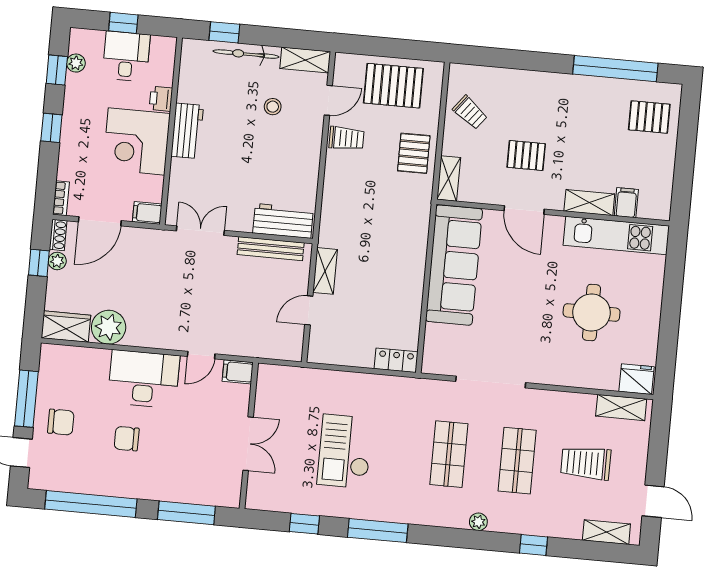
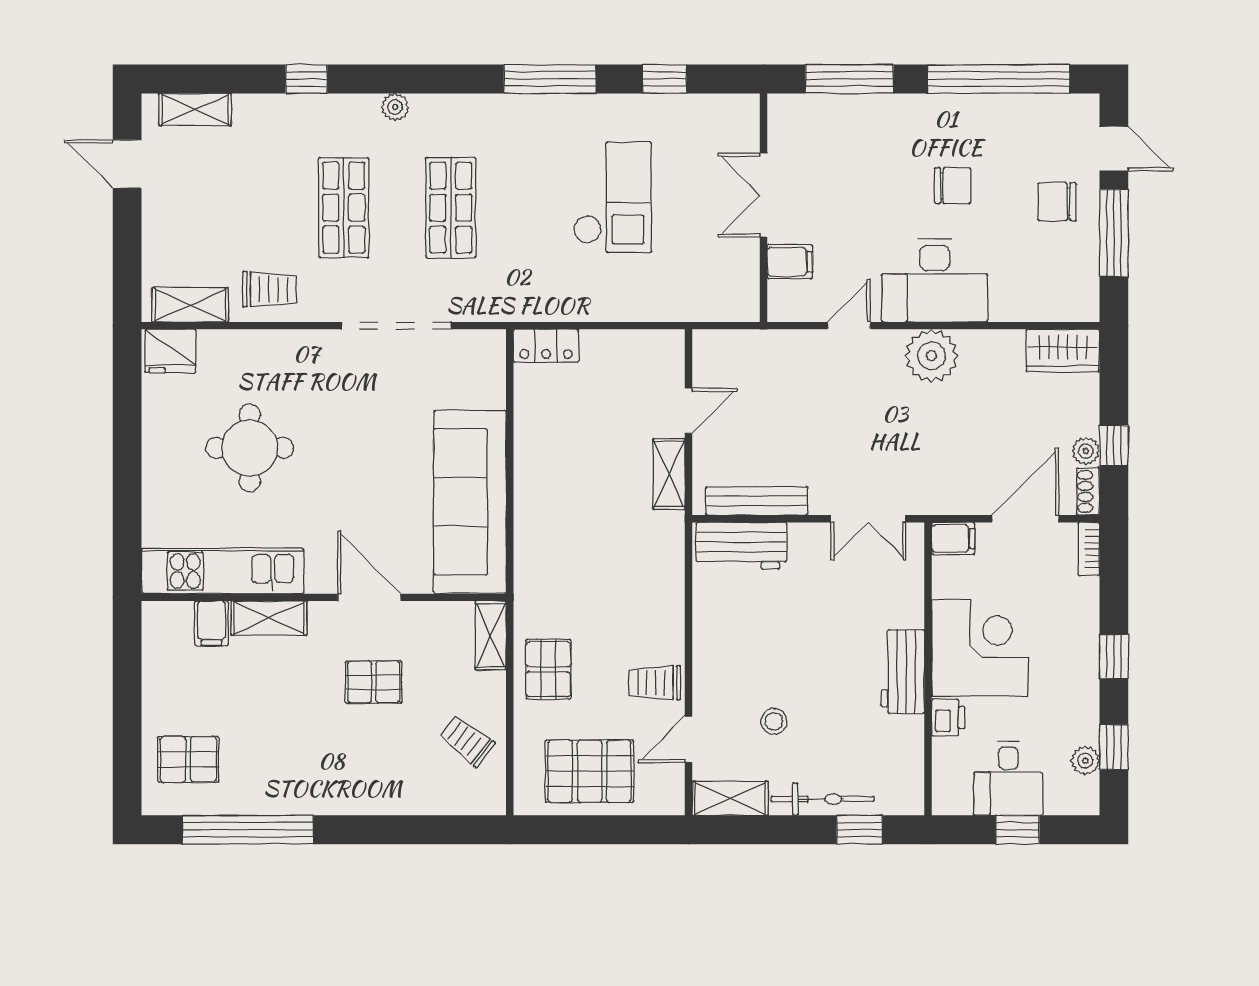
plant: (109, 327) -> (931, 356), moved
filing cabinet: (238, 372) -> (790, 262), moved
trolley: (586, 463) -> (270, 289), moved, width x0.73, depth x0.72

